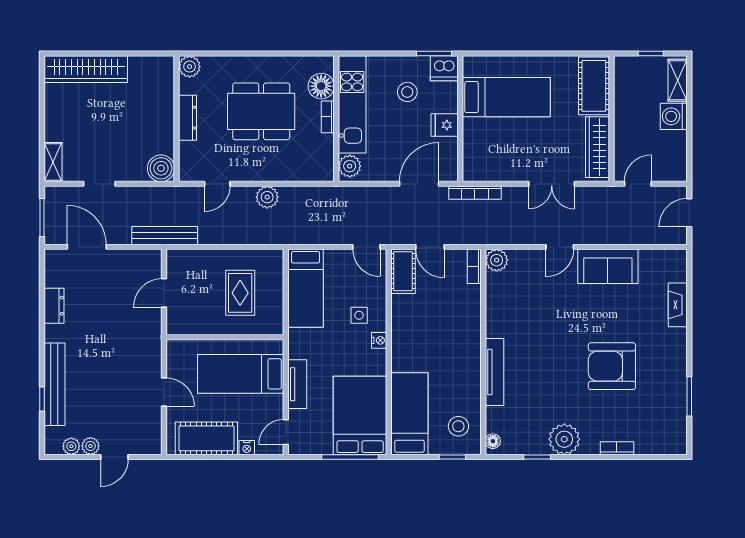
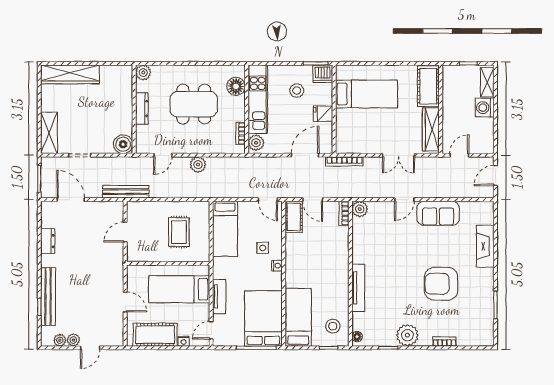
bookcase: (328, 117) -> (241, 133), moved
shelving: (53, 162) -> (49, 133), width x1.50, depth x1.33
fireplace: (678, 305) -> (485, 246), width x1.37, depth x1.32

